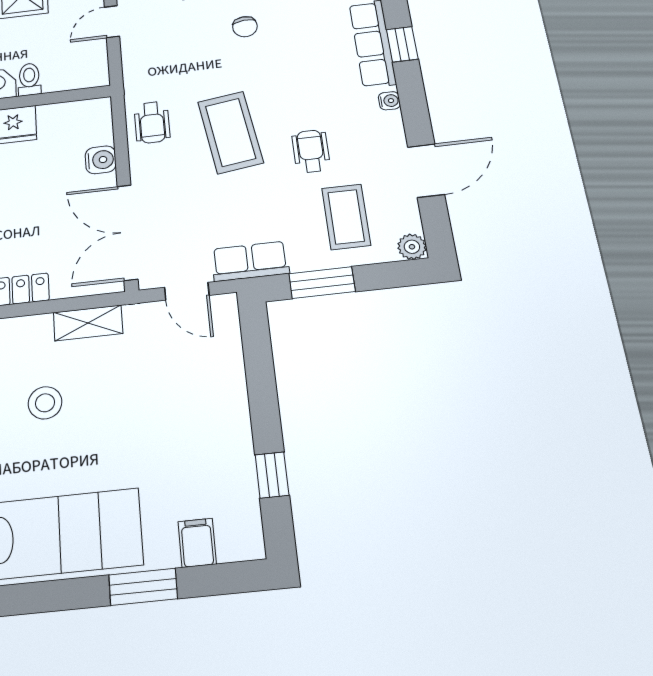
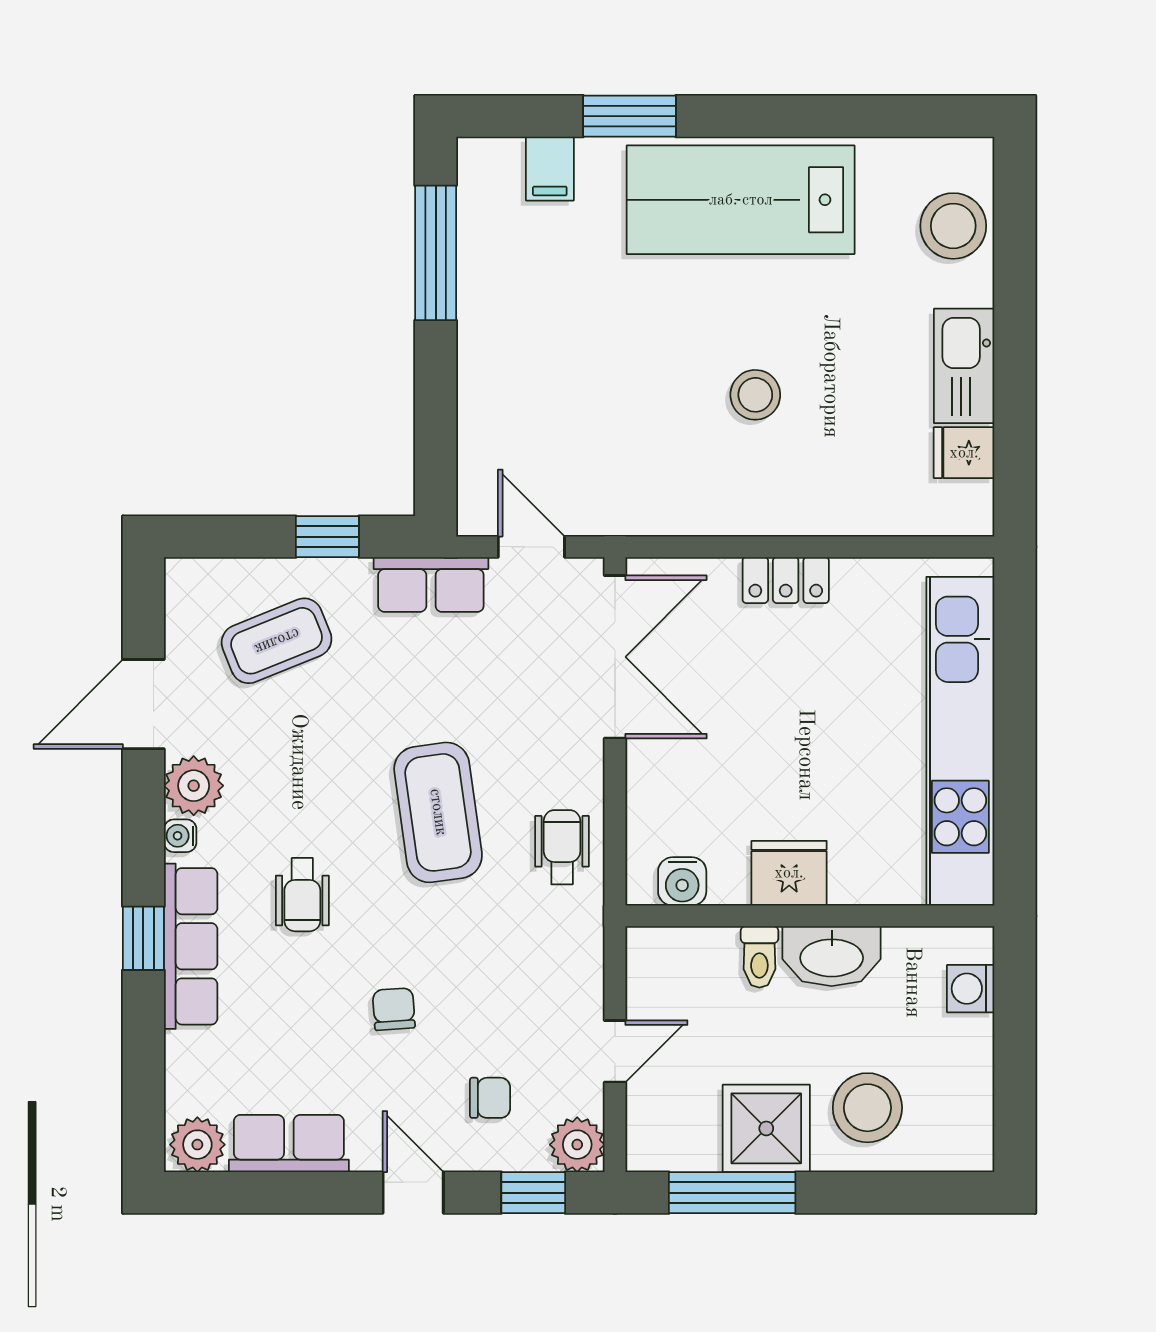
wheelchair: (311, 151) -> (302, 895), moved
water cooler: (101, 160) -> (682, 881), moved, turned -90
coffee table: (346, 217) -> (277, 641), turned 68
plant: (412, 247) -> (194, 786), moved, width x1.38, depth x1.38
window: (322, 283) -> (327, 537), width x0.67
shelving: (88, 323) -> (685, 513), removed
window: (272, 475) -> (436, 253), width x2.17

